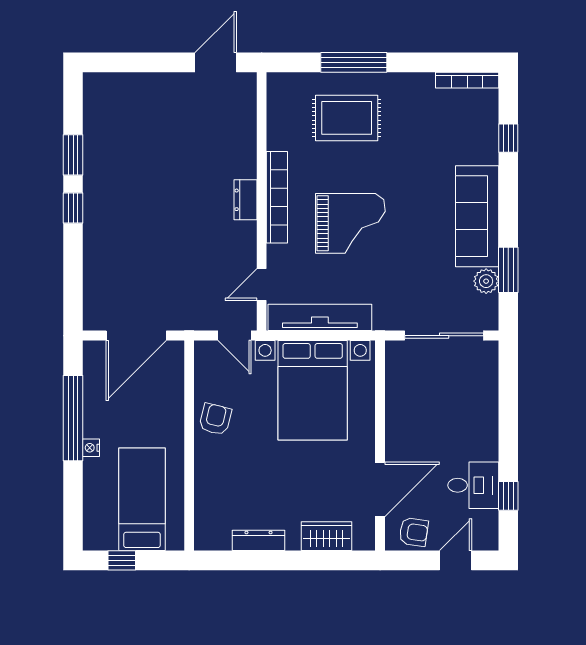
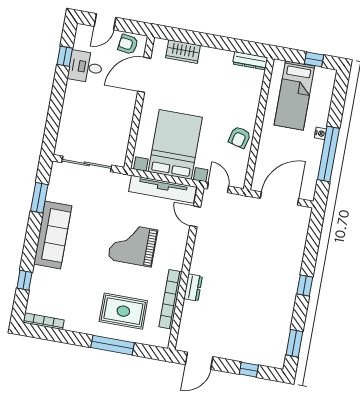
window: (136, 62) -> (249, 370), added
window: (73, 155) -> (294, 343), moved
bookcase: (277, 197) -> (171, 299), moved
dresser: (245, 200) -> (193, 287), moved
plant: (486, 281) -> (54, 193), removed
door: (262, 284) -> (195, 216), swing flipped
dresser: (258, 540) -> (250, 61), moved

